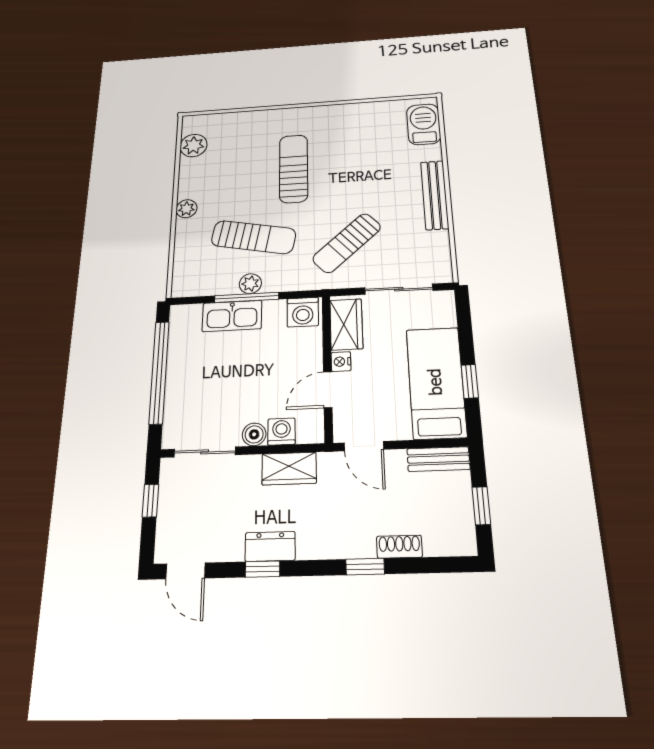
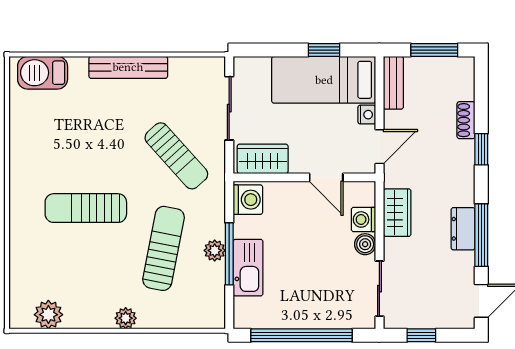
nightstand: (341, 362) -> (367, 115), moved, turned -90
window: (481, 506) -> (434, 50), width x1.50
window: (263, 569) -> (481, 235), width x2.17

